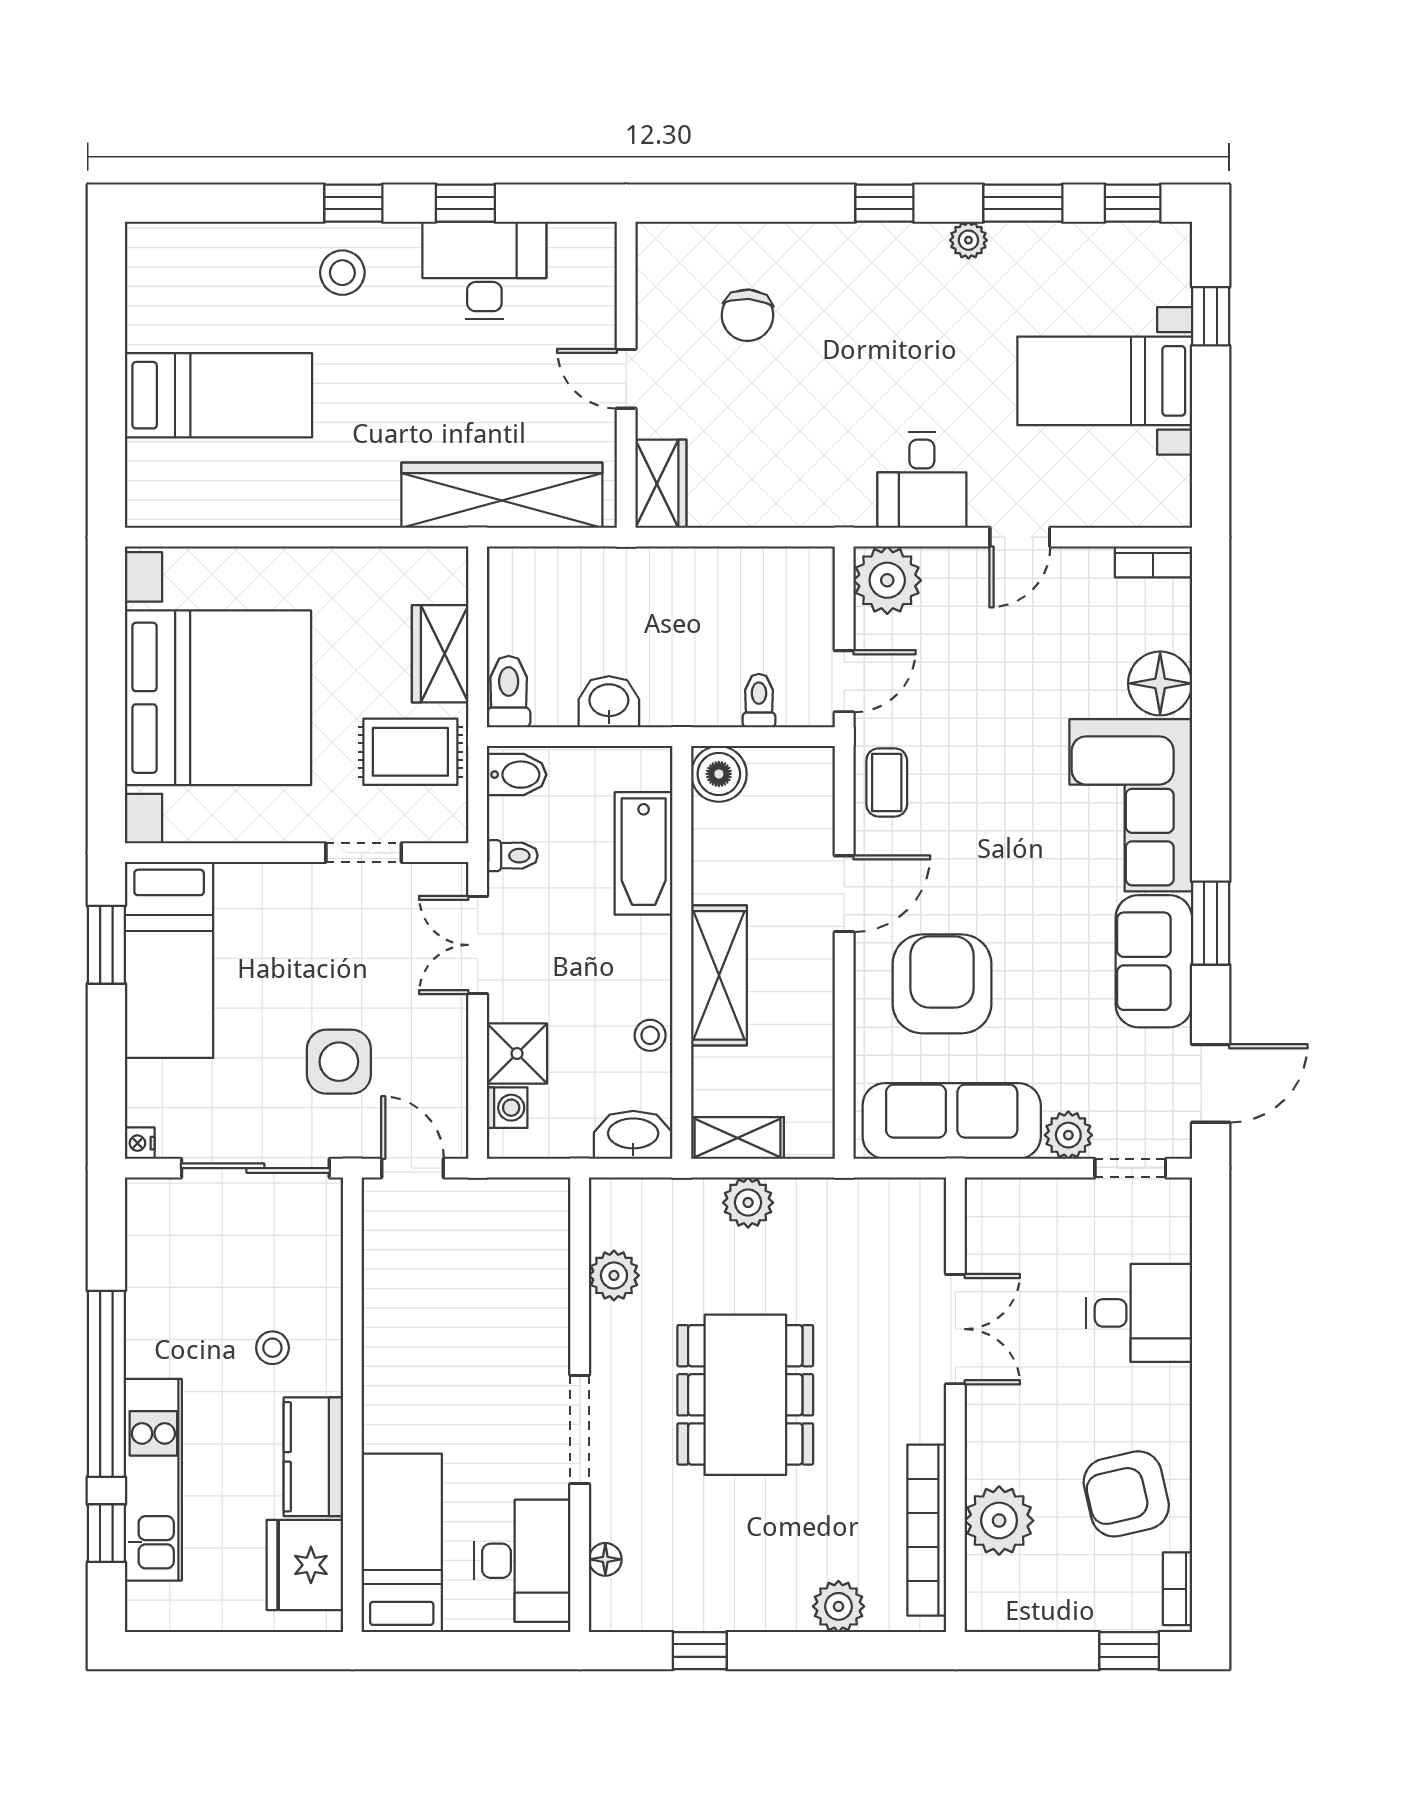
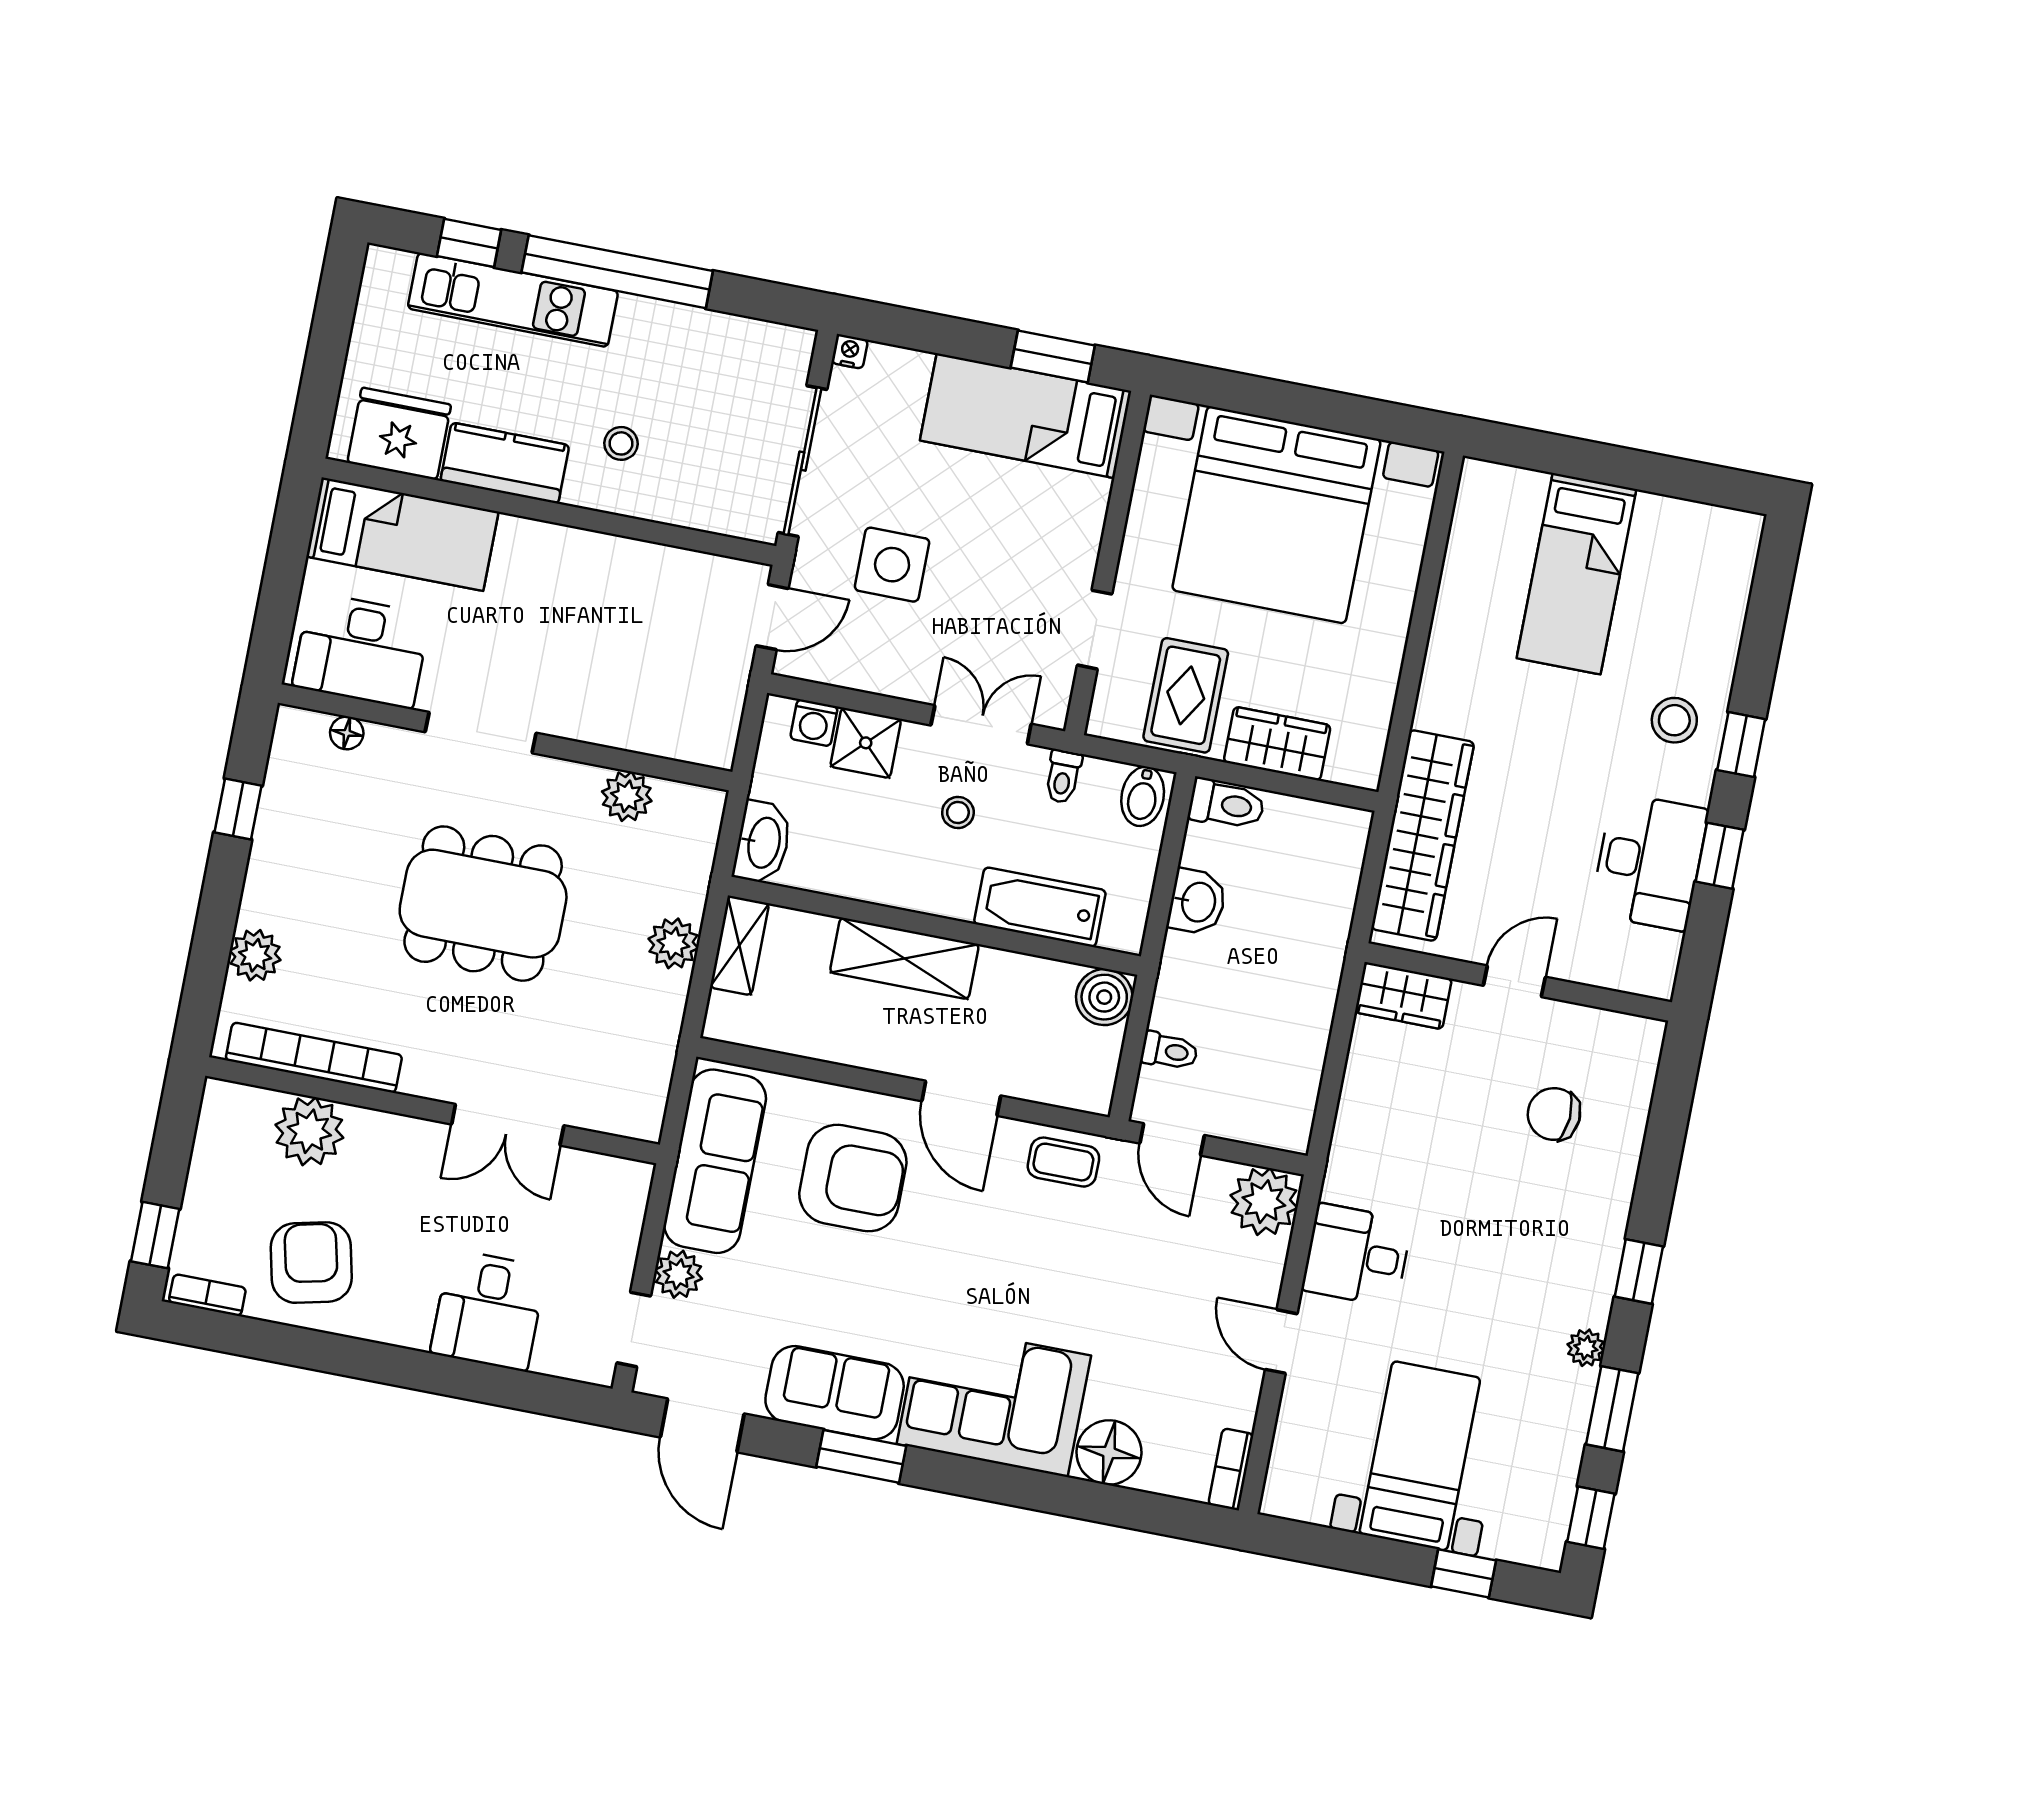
stool: (650, 1035) -> (958, 812), moved

